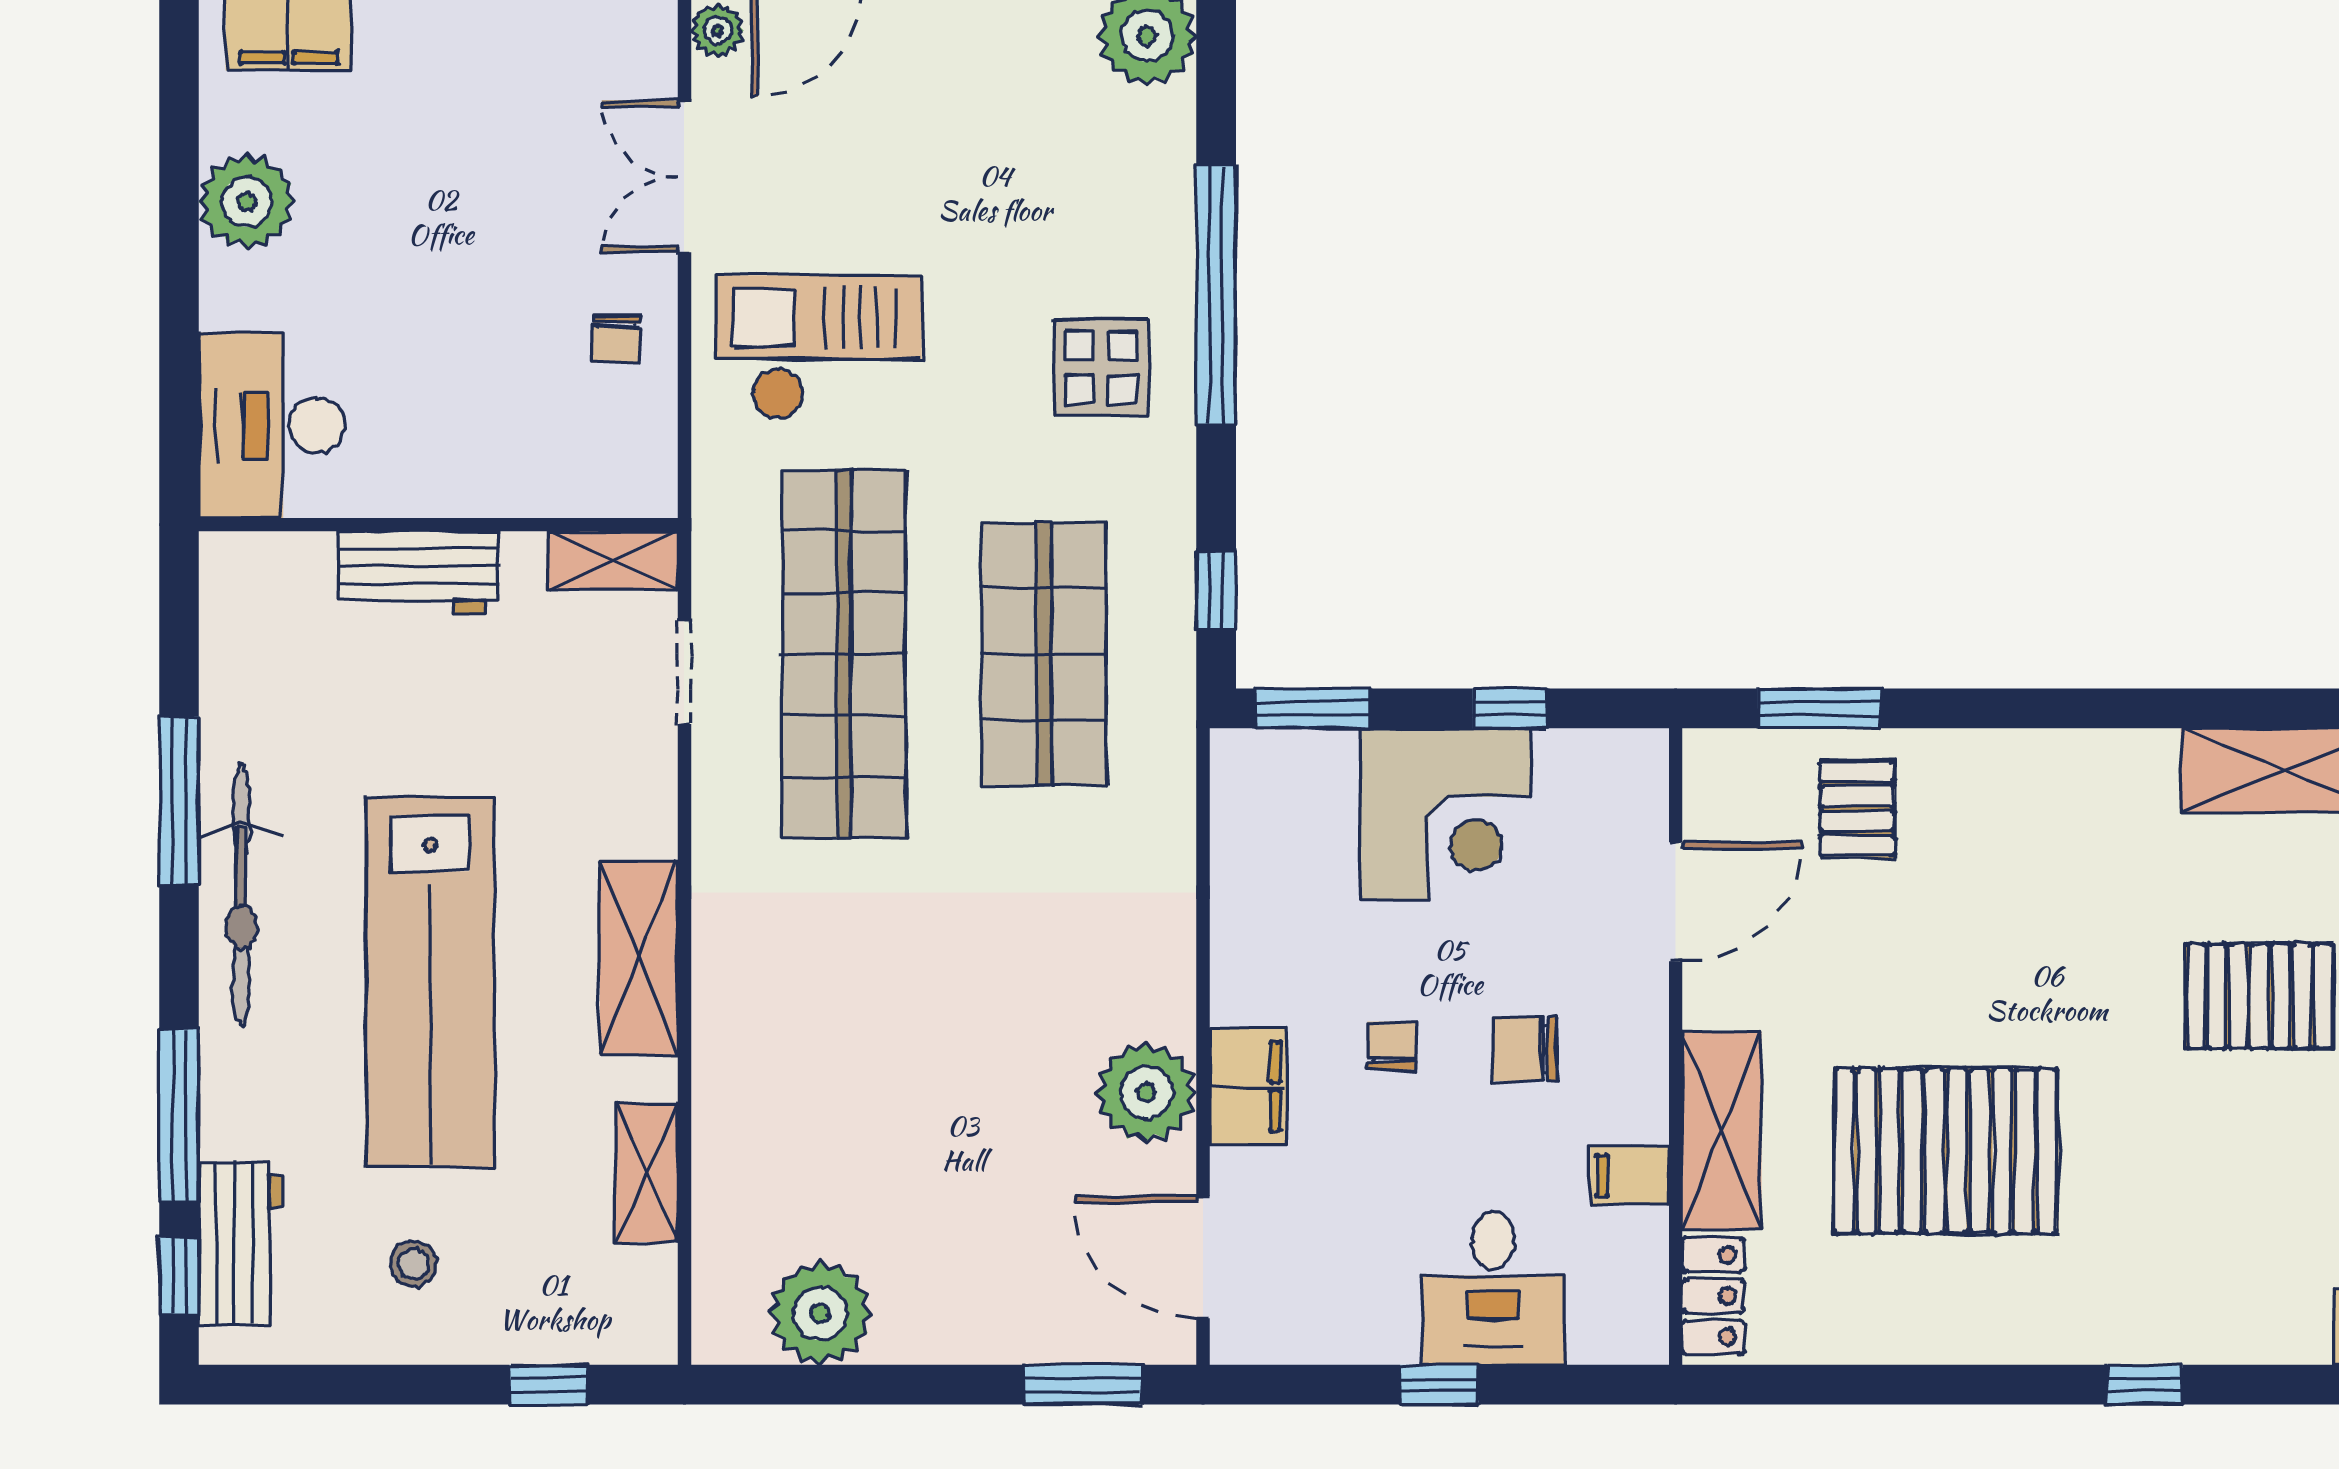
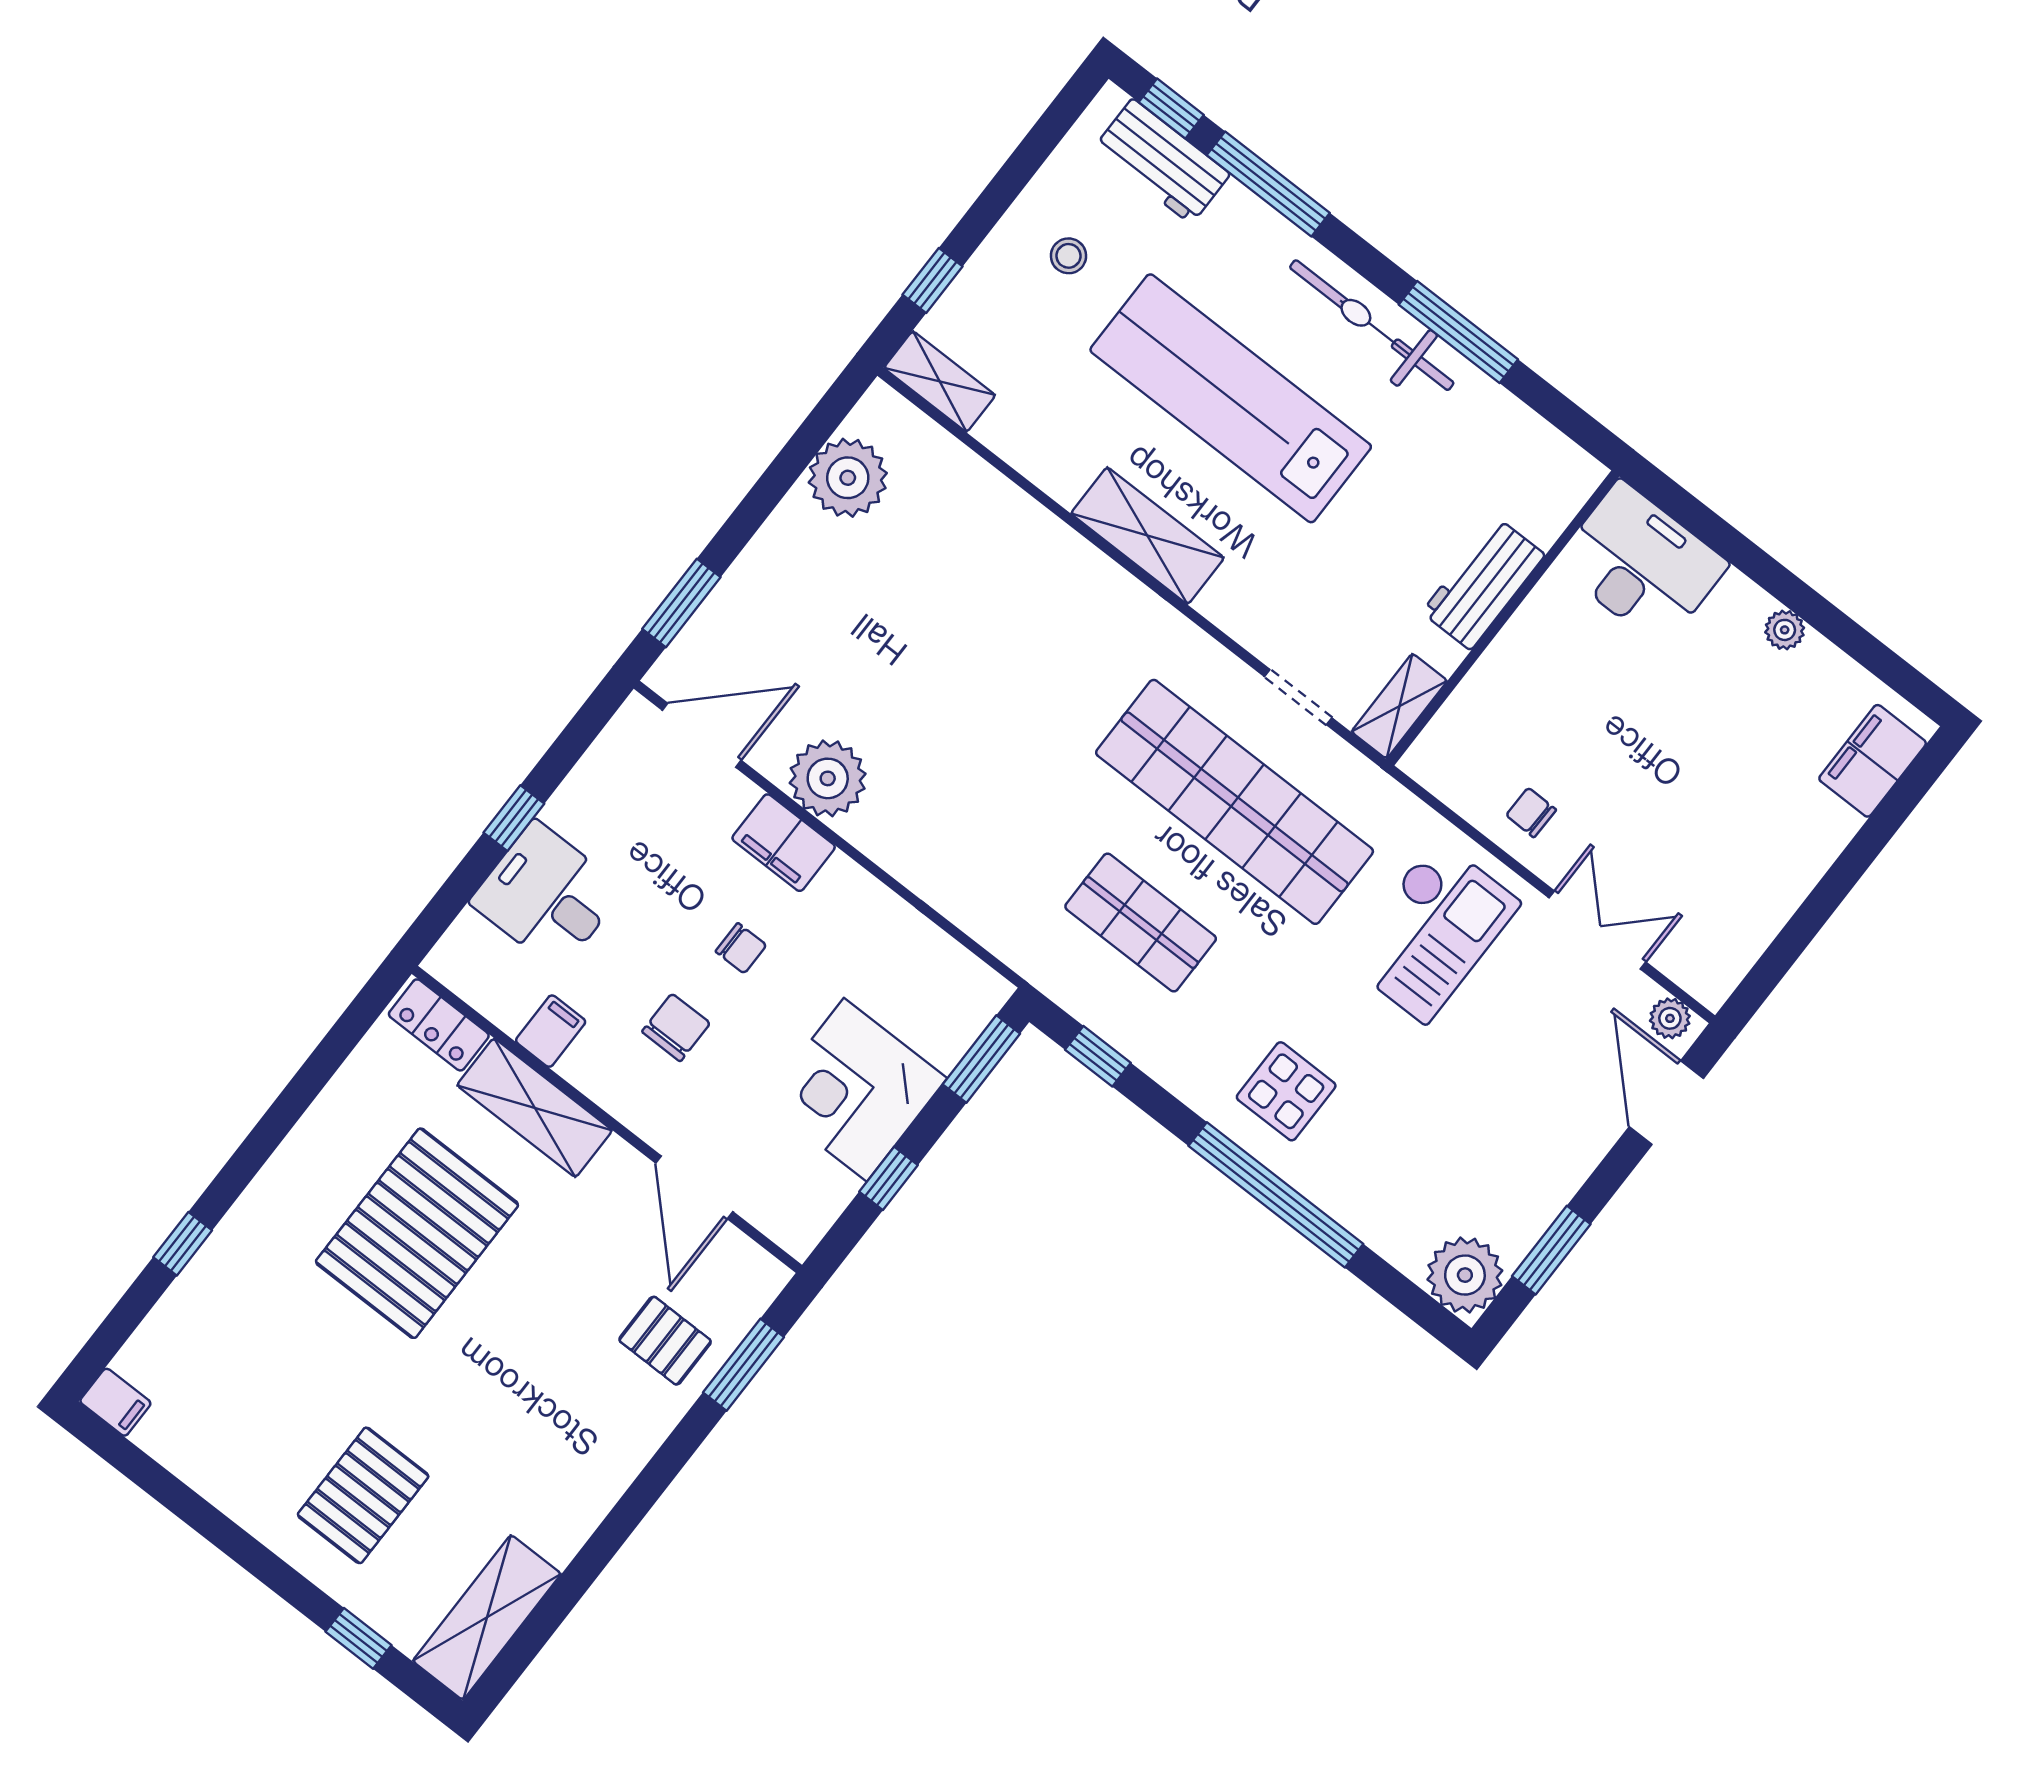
plant: (247, 202) -> (1785, 630), width x0.53, depth x0.53
shop shelf: (1044, 654) -> (1141, 923), width x0.70, depth x0.74
shelving: (647, 1173) -> (940, 382), moved

